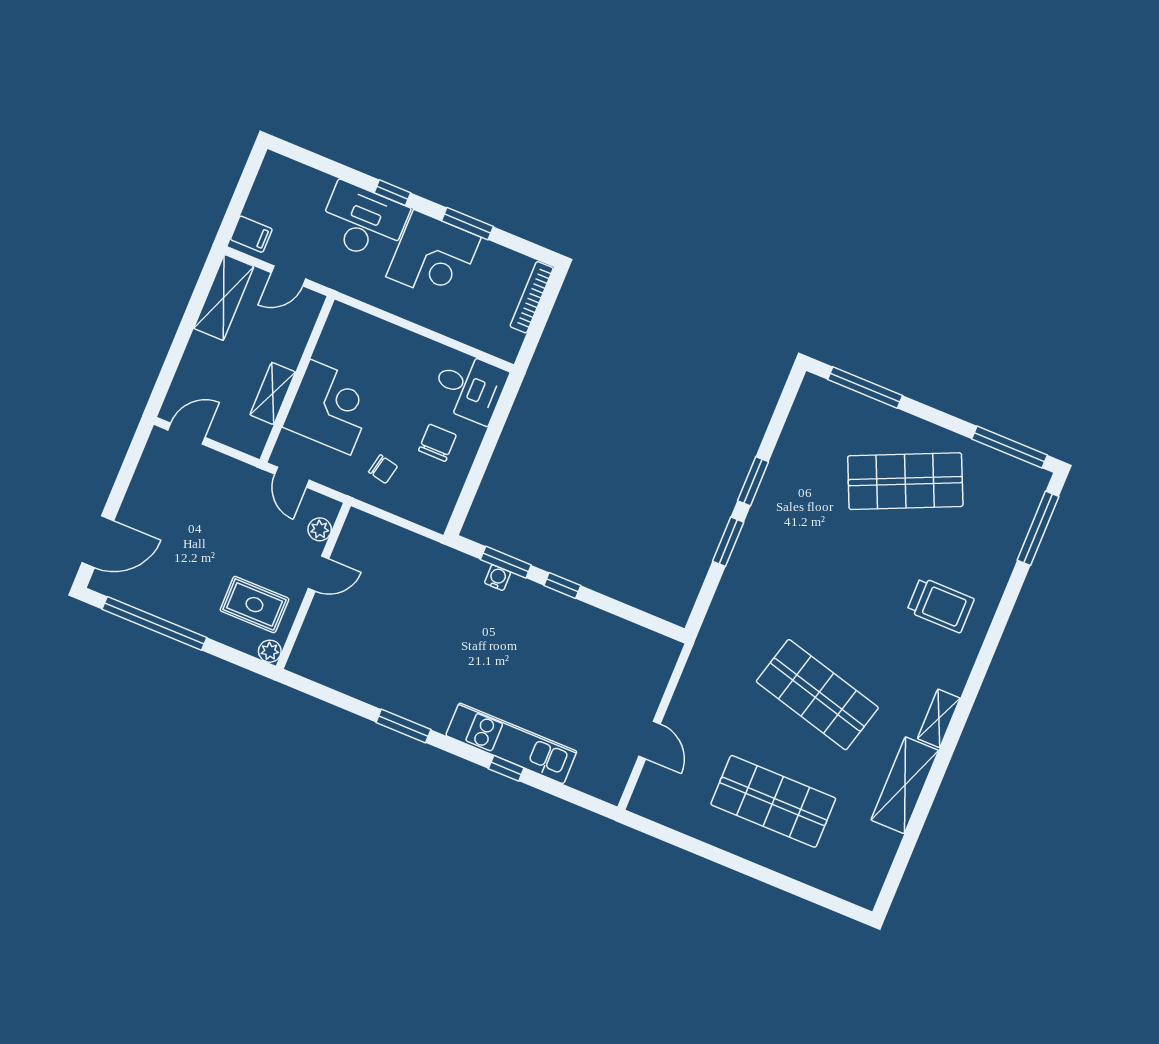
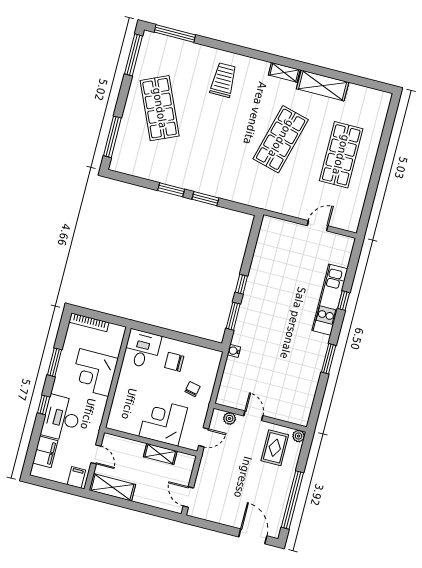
filing cabinet: (306, 184) -> (45, 452), added
corner desk: (434, 257) -> (94, 373), moved, turned 180
water cooler: (498, 578) -> (234, 351), moved

